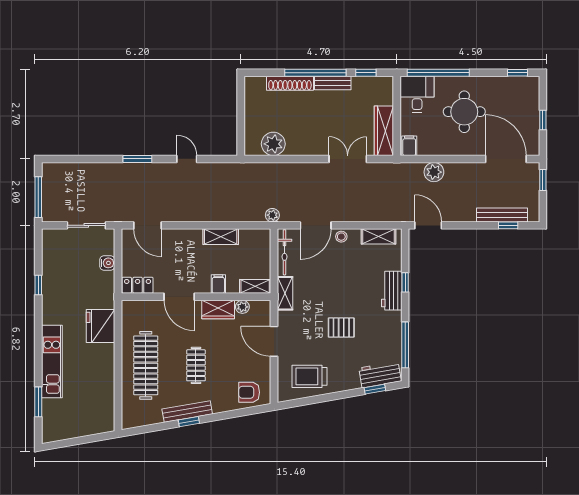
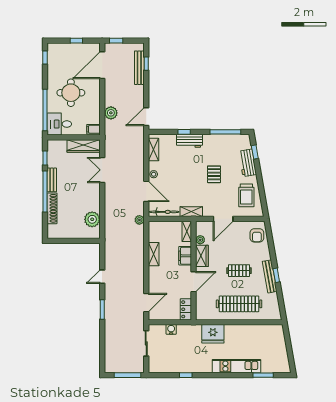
filing cabinet: (218, 284) -> (185, 256), width x2.00
workbench: (380, 375) -> (248, 163), moved

